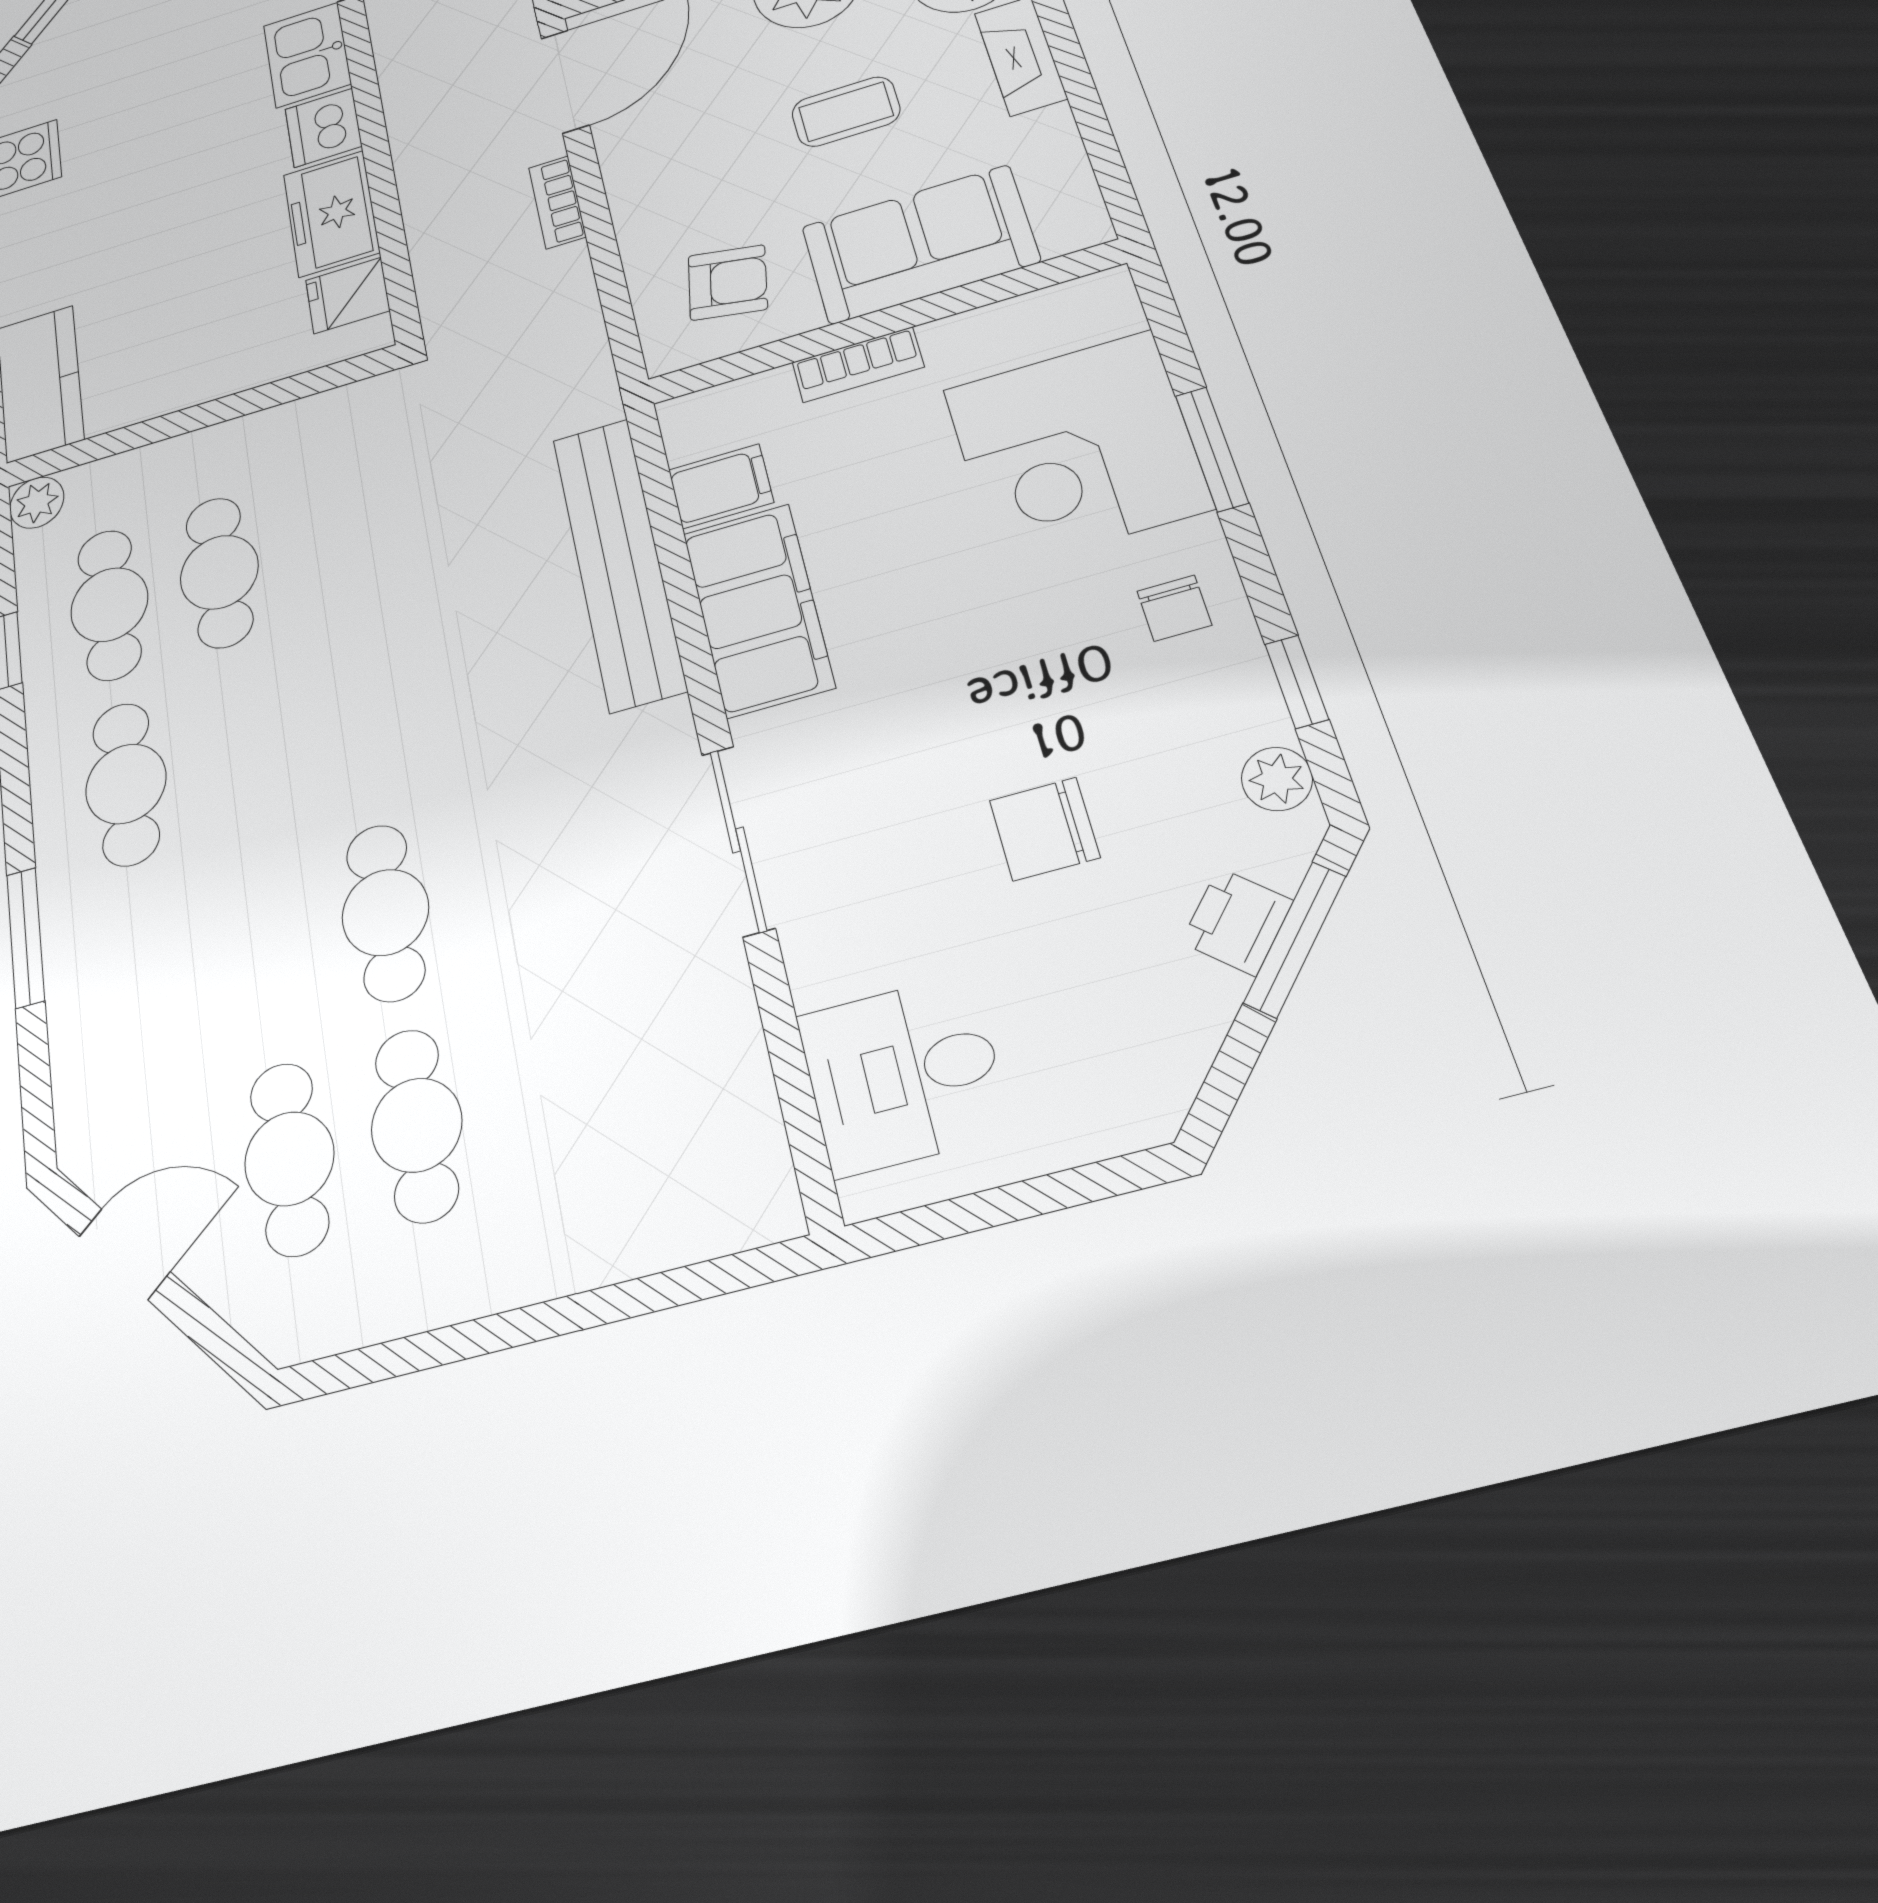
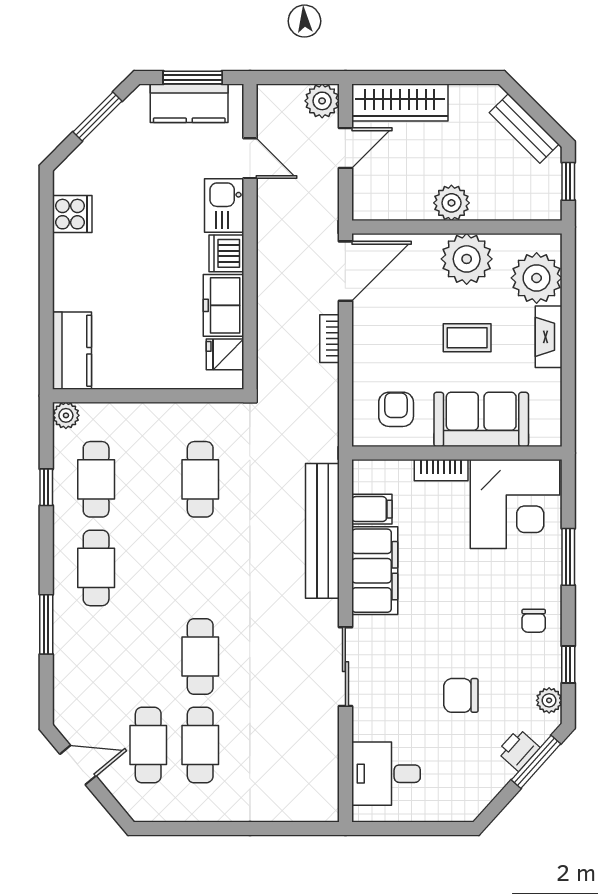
armchair: (728, 282) -> (396, 409), turned -100
corner desk: (1076, 448) -> (515, 504), moved, turned -90
cafe table: (219, 572) -> (200, 479), moved

